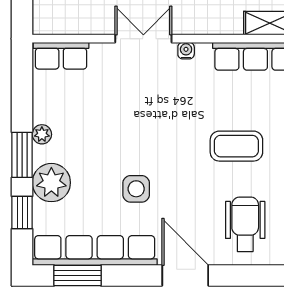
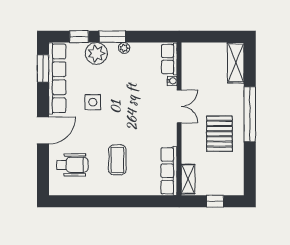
water cooler: (186, 51) -> (172, 81), moved

